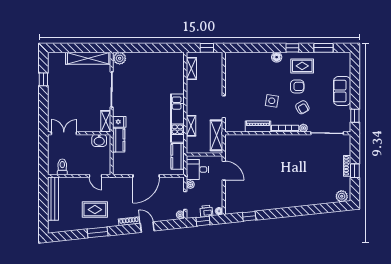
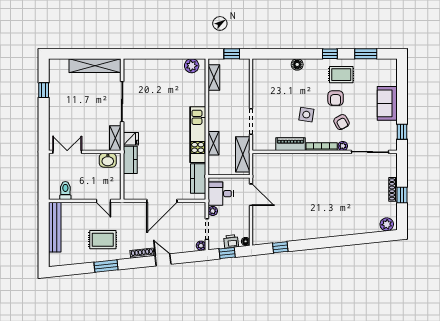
floor lamp: (277, 57) -> (297, 64), moved
plant: (120, 58) -> (192, 66), moved
armchair: (297, 86) -> (336, 98), turned 90

